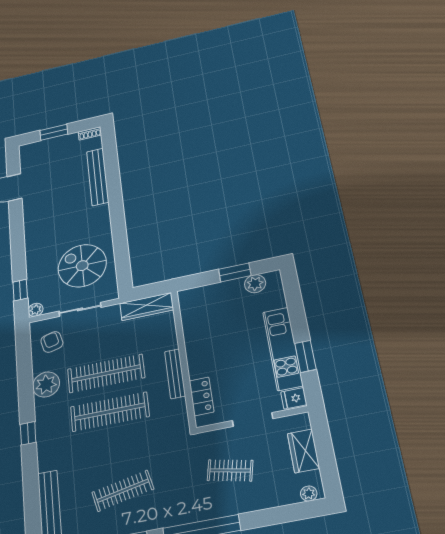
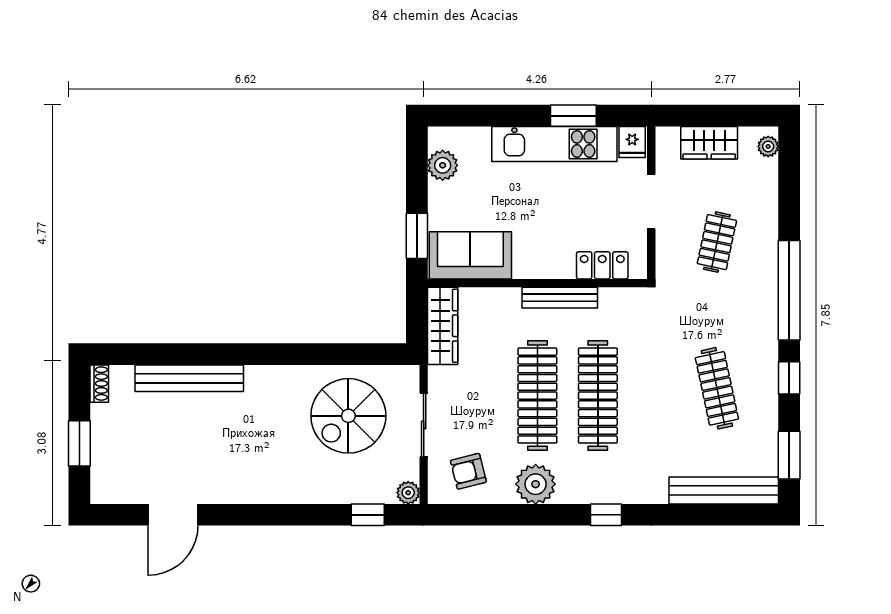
window: (235, 272) -> (417, 236), moved
sofa: (196, 313) -> (470, 255), added

